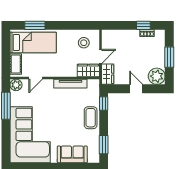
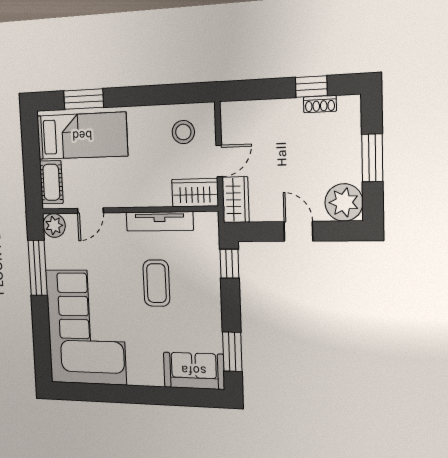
coffee table: (91, 118) -> (156, 283), moved
sofa: (72, 154) -> (194, 371), moved

